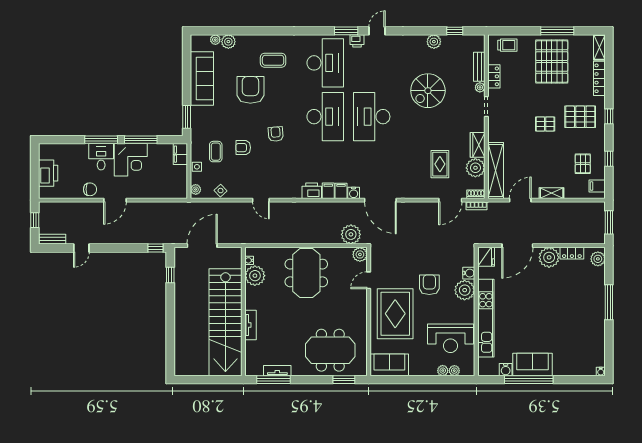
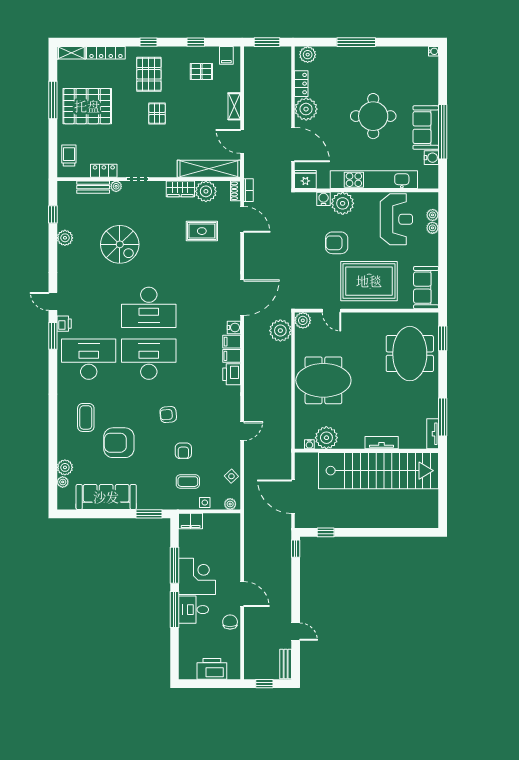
round table: (543, 317) -> (373, 116), added
tv unit: (277, 371) -> (433, 434), moved

